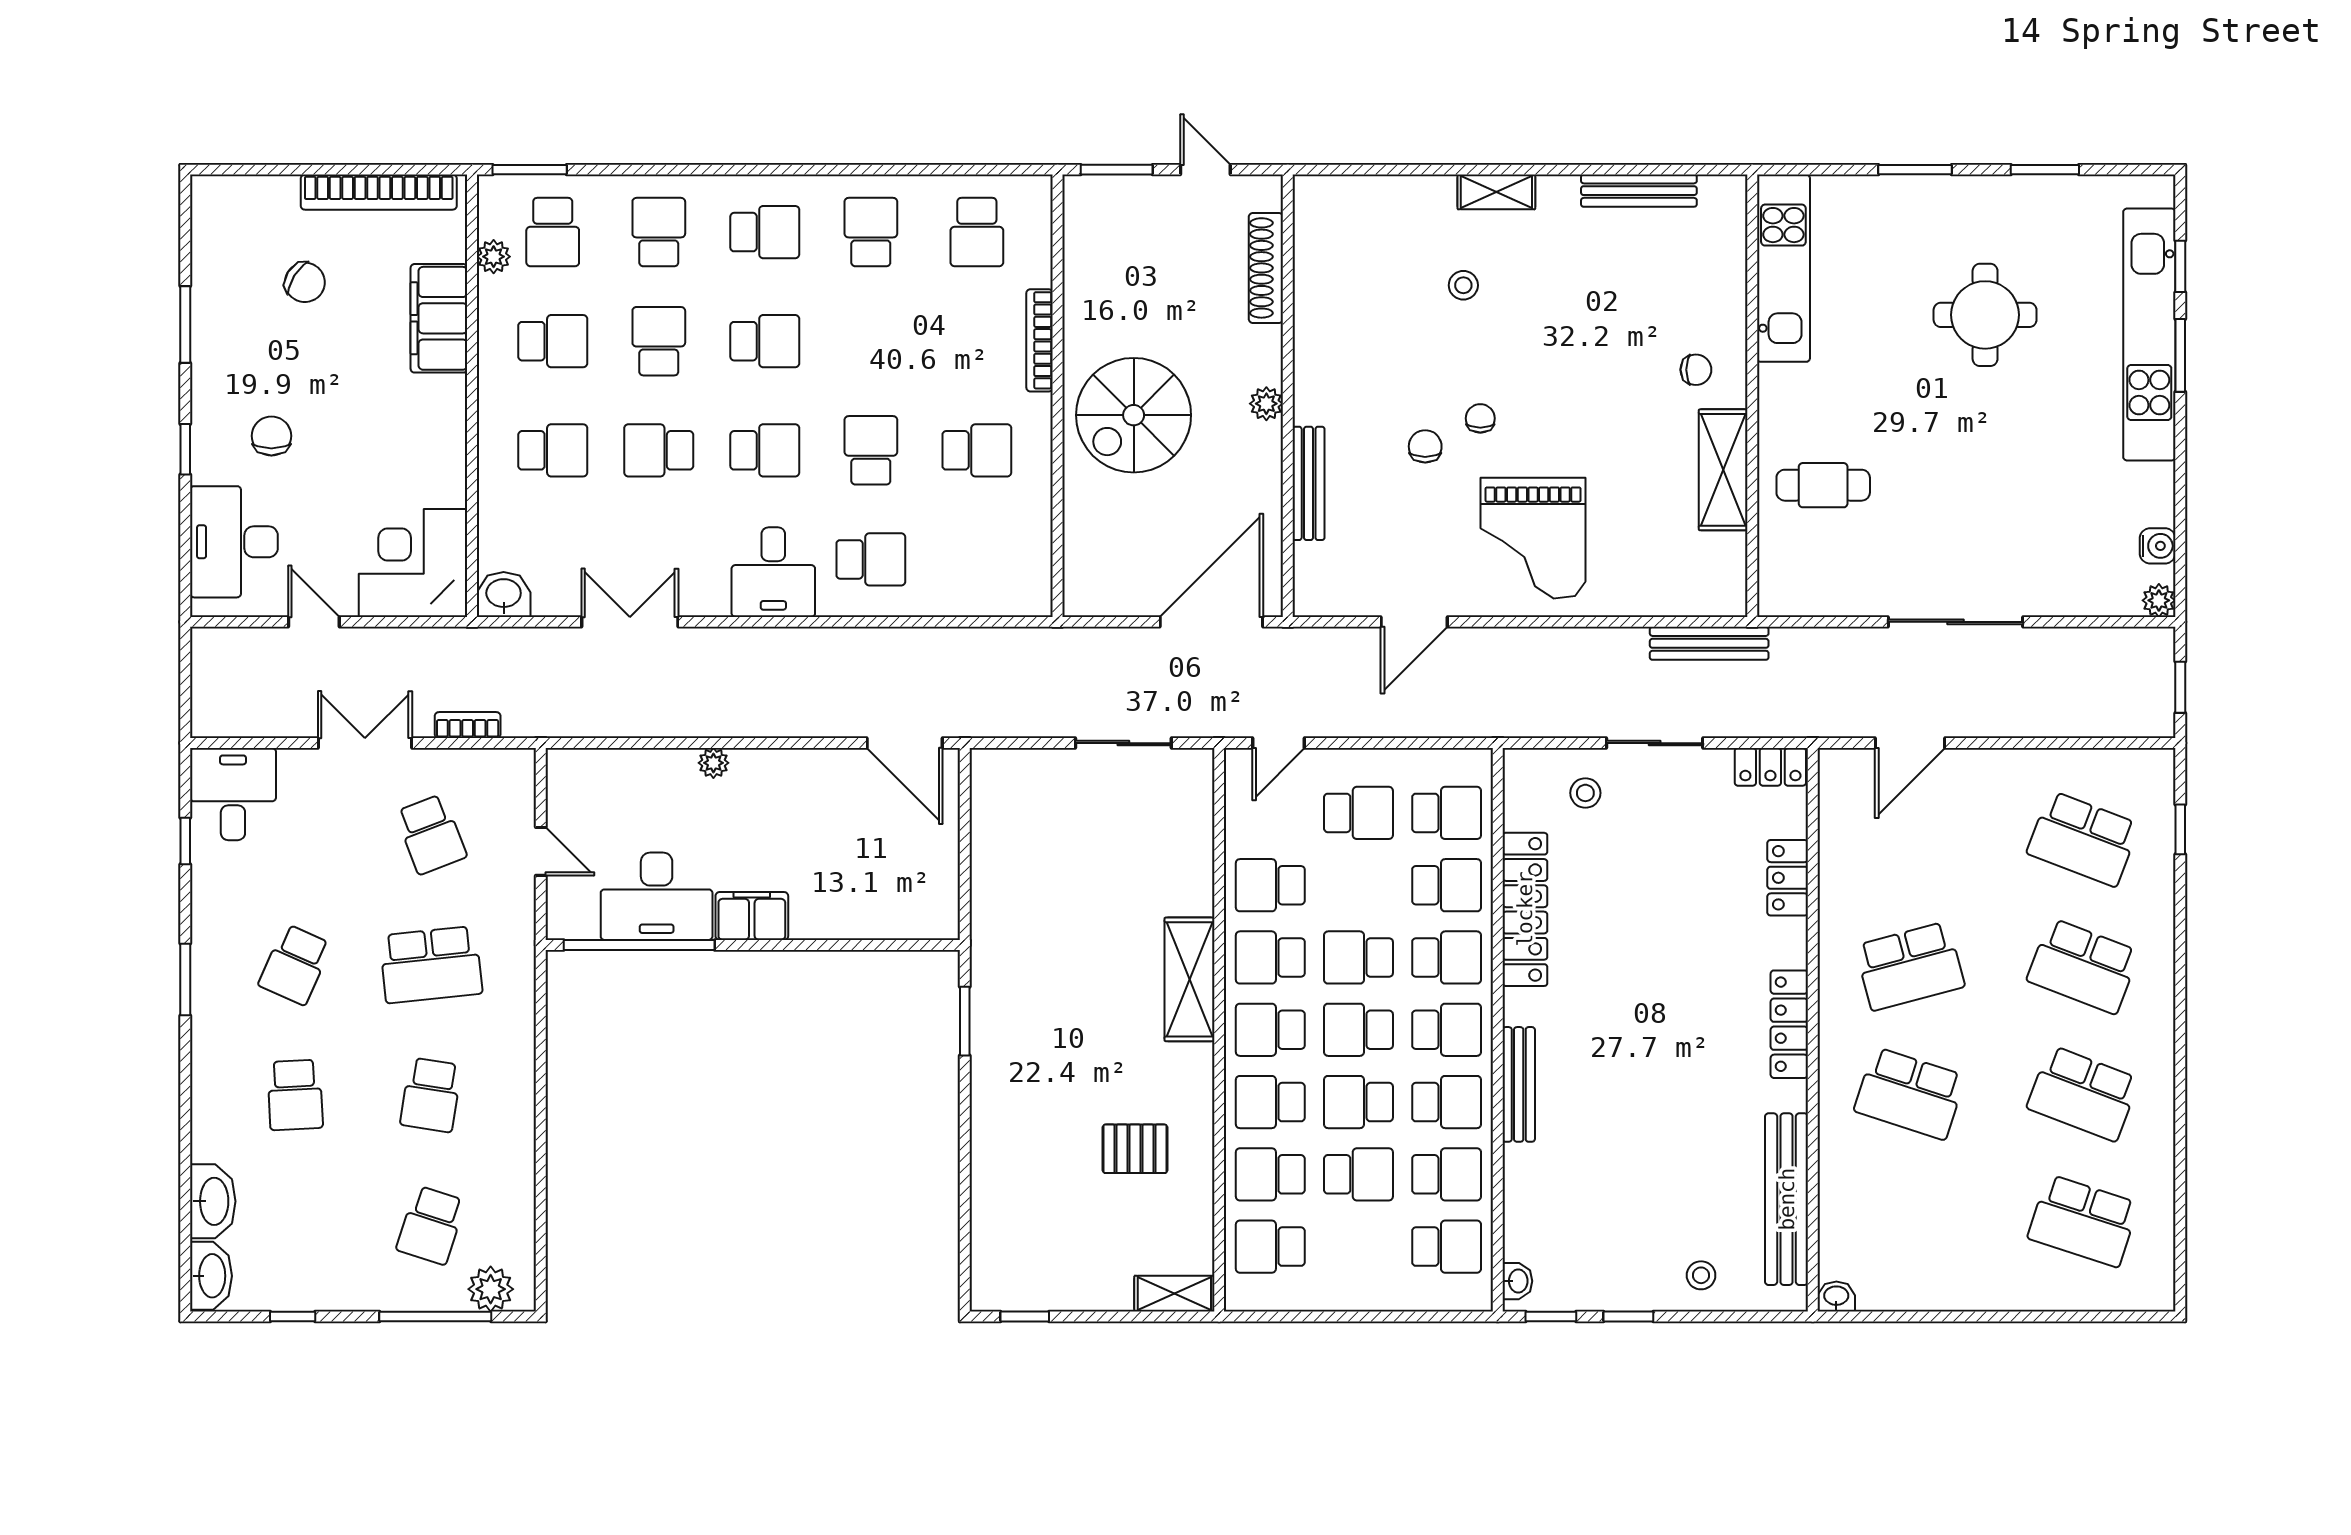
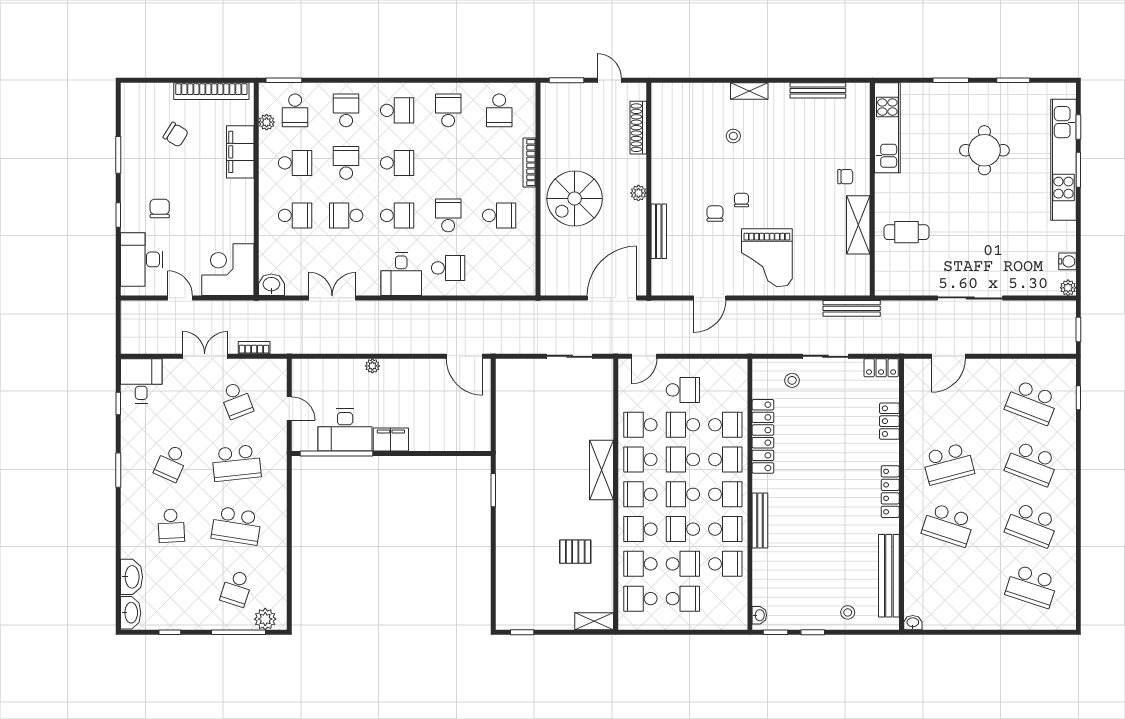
school desk: (1447, 813) -> (683, 425), moved, turned 180
school desk: (431, 1095) -> (236, 526), width x1.85
school desk: (1447, 1247) -> (683, 599), moved

